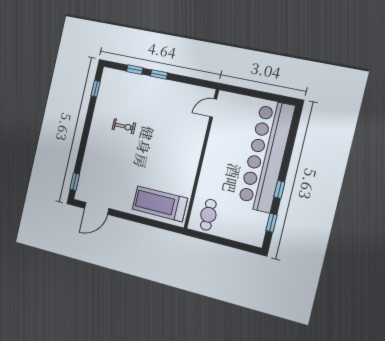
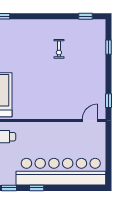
window: (159, 74) -> (108, 101), moved
door: (213, 108) -> (90, 121), hinge flipped

